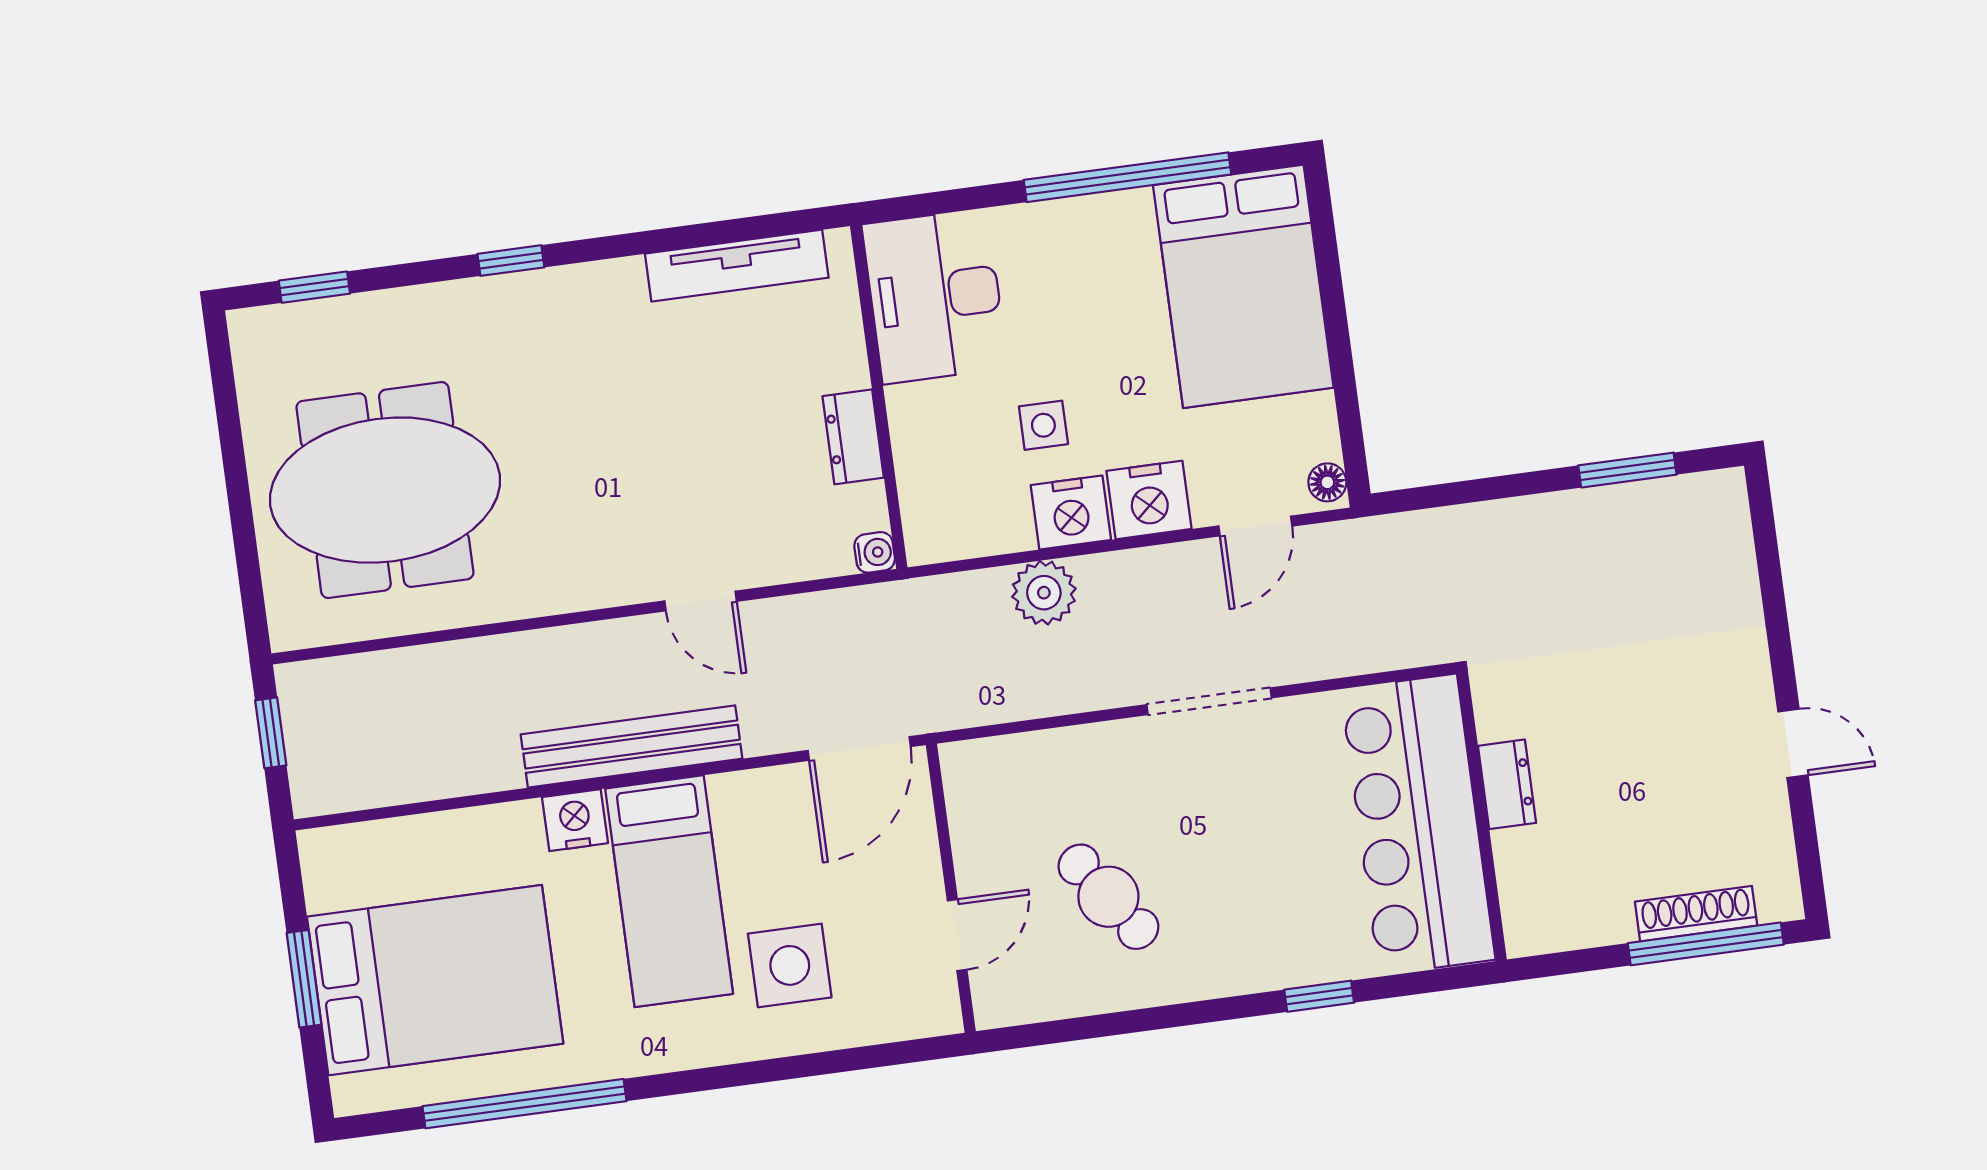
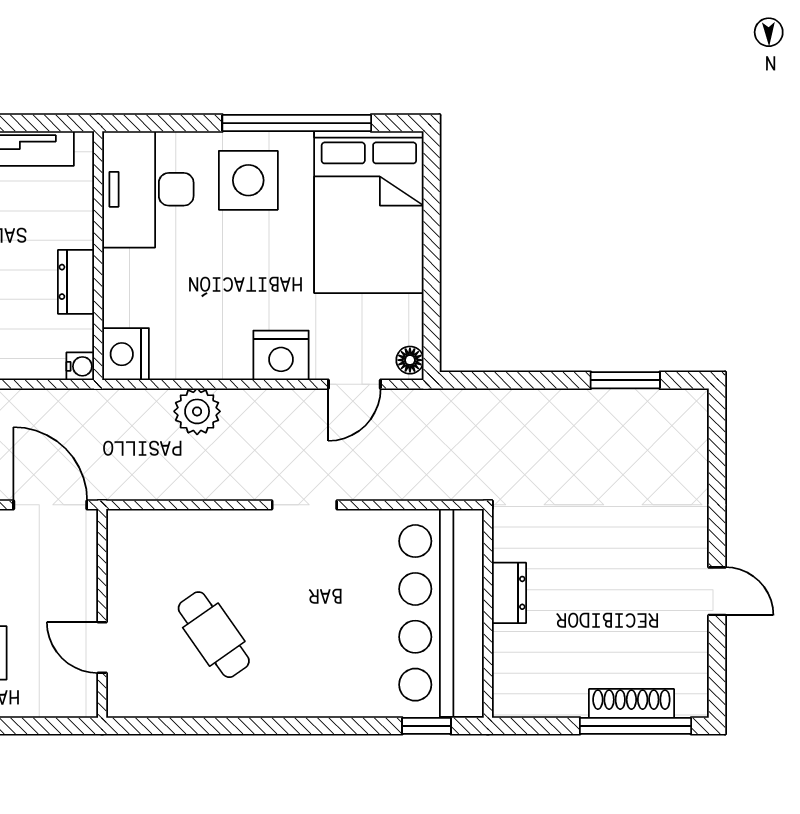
side table: (1043, 425) -> (248, 180), moved, width x1.87, depth x1.87
nightstand: (1071, 513) -> (125, 354), moved, turned 90
doorway: (1209, 701) -> (304, 505), width x0.73
door: (859, 749) -> (50, 505), swing flipped
door: (957, 935) -> (102, 647), swing flipped
window: (1319, 996) -> (427, 726), moved

